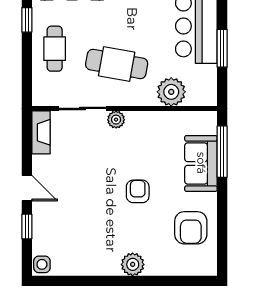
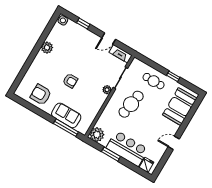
plant: (171, 92) -> (97, 135), moved
door: (27, 188) -> (109, 38), moved
plant: (133, 264) -> (47, 48), moved

